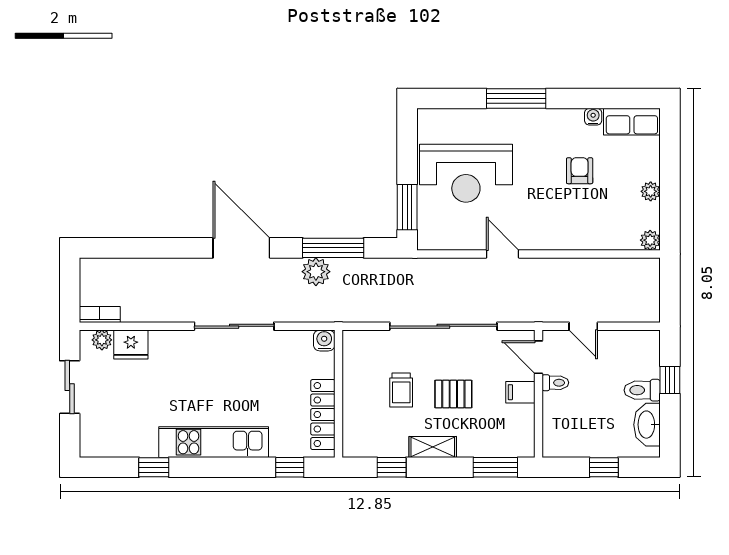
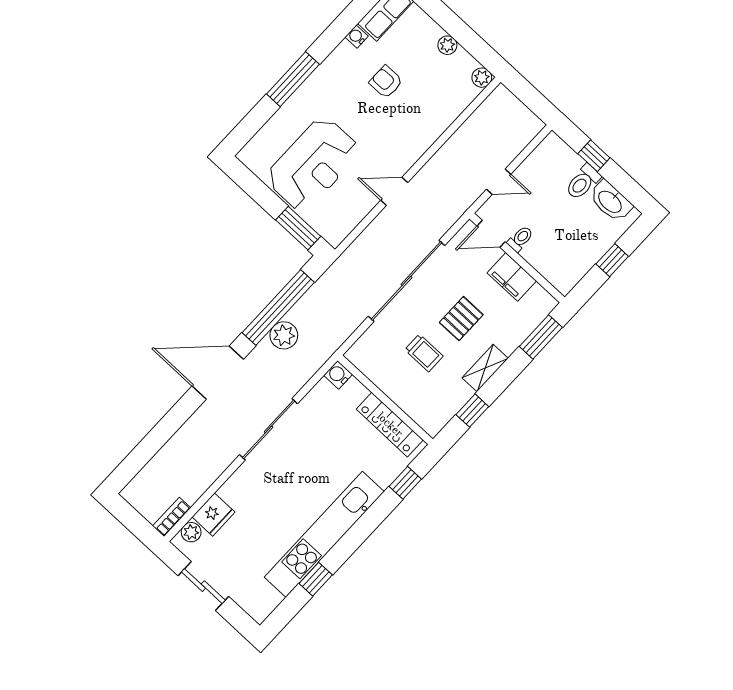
window: (333, 248) -> (278, 307), width x1.46
filing cabinet: (520, 392) -> (512, 277), width x2.00
kitchen unit: (214, 442) -> (324, 534), width x1.36

